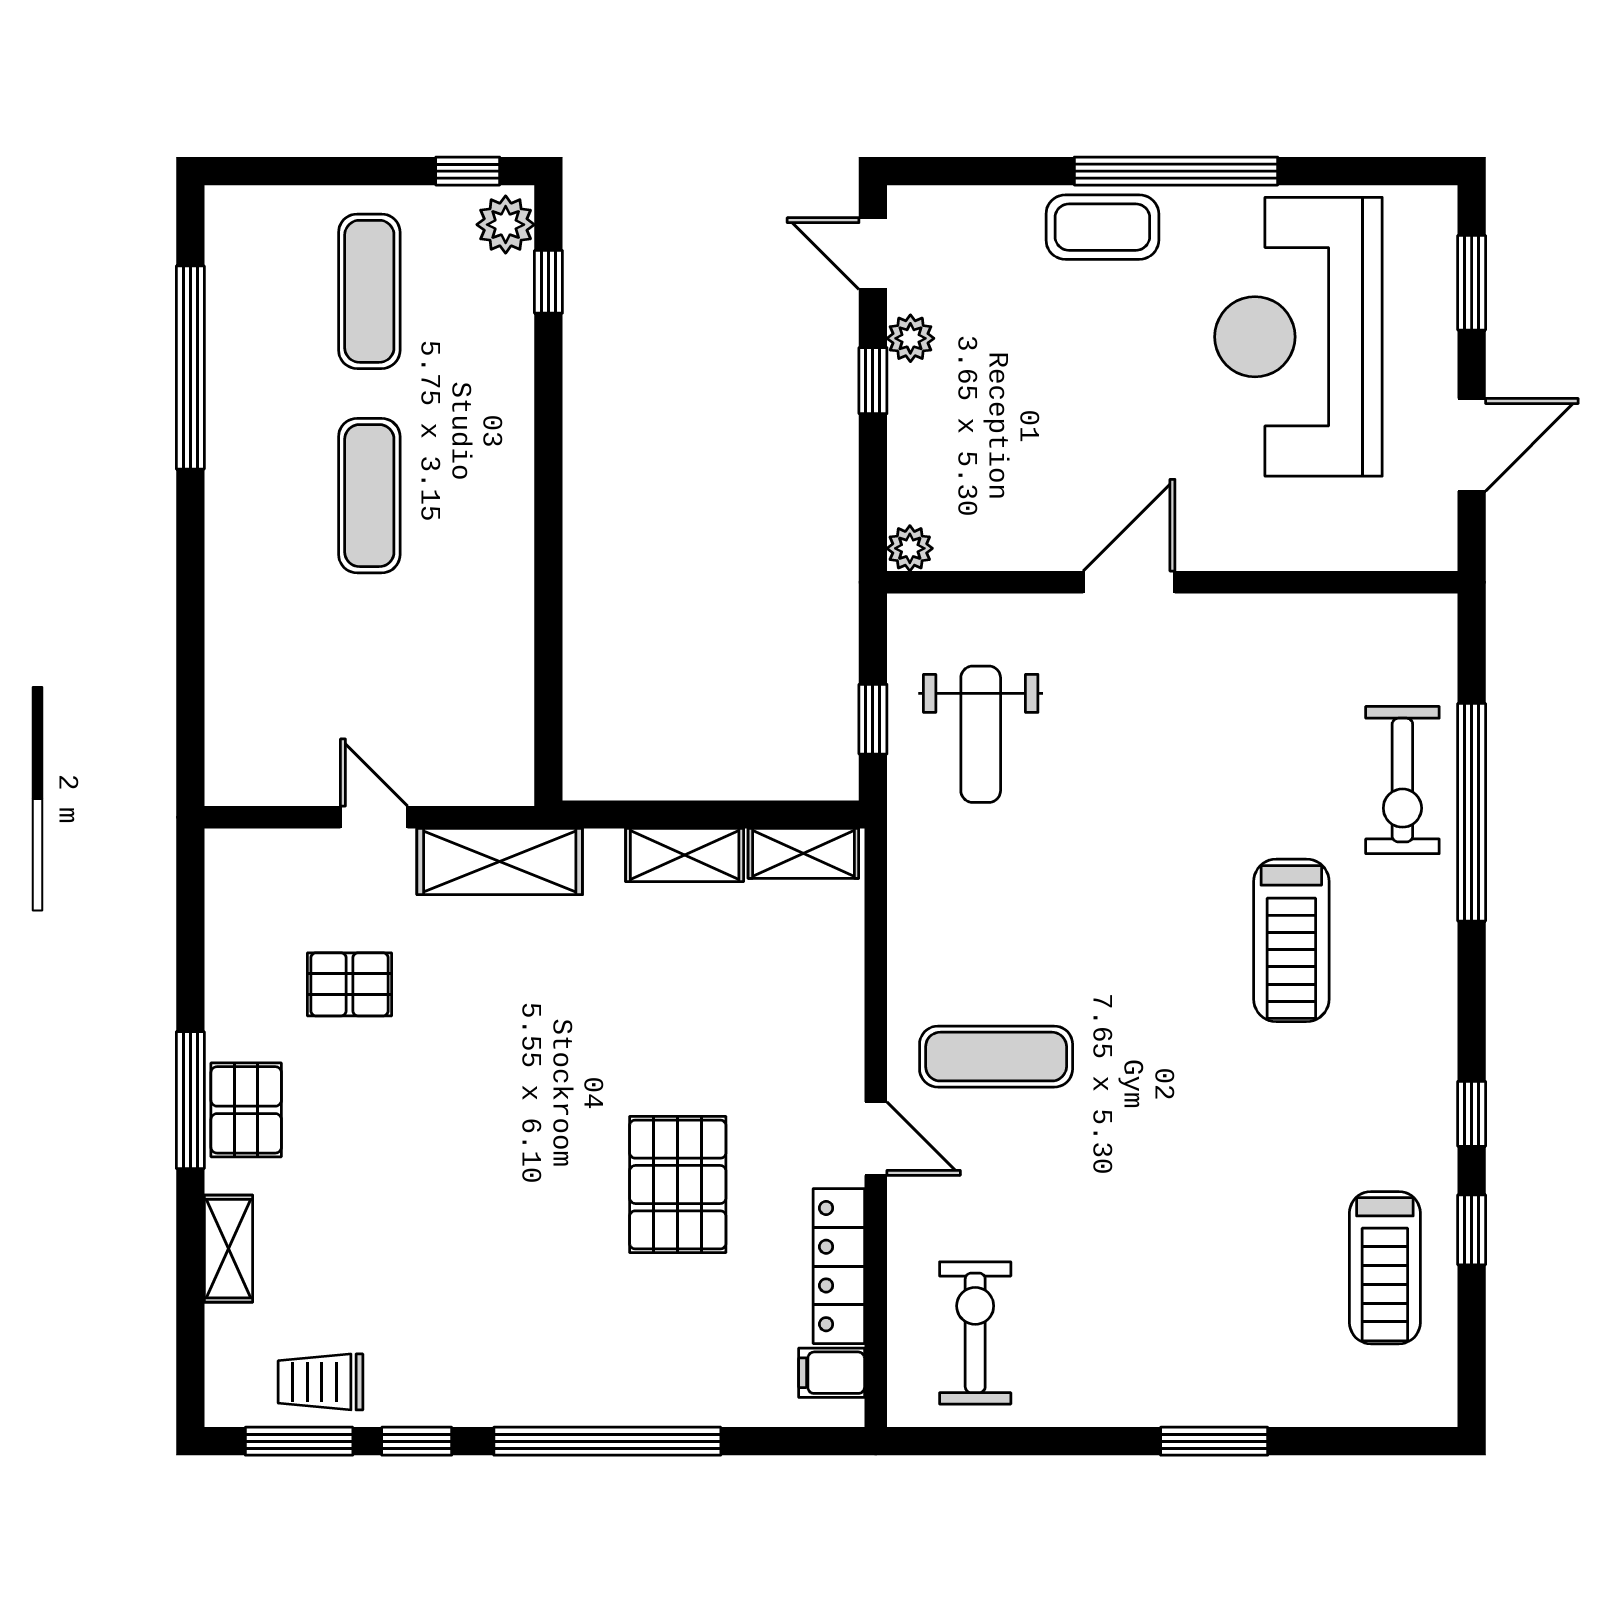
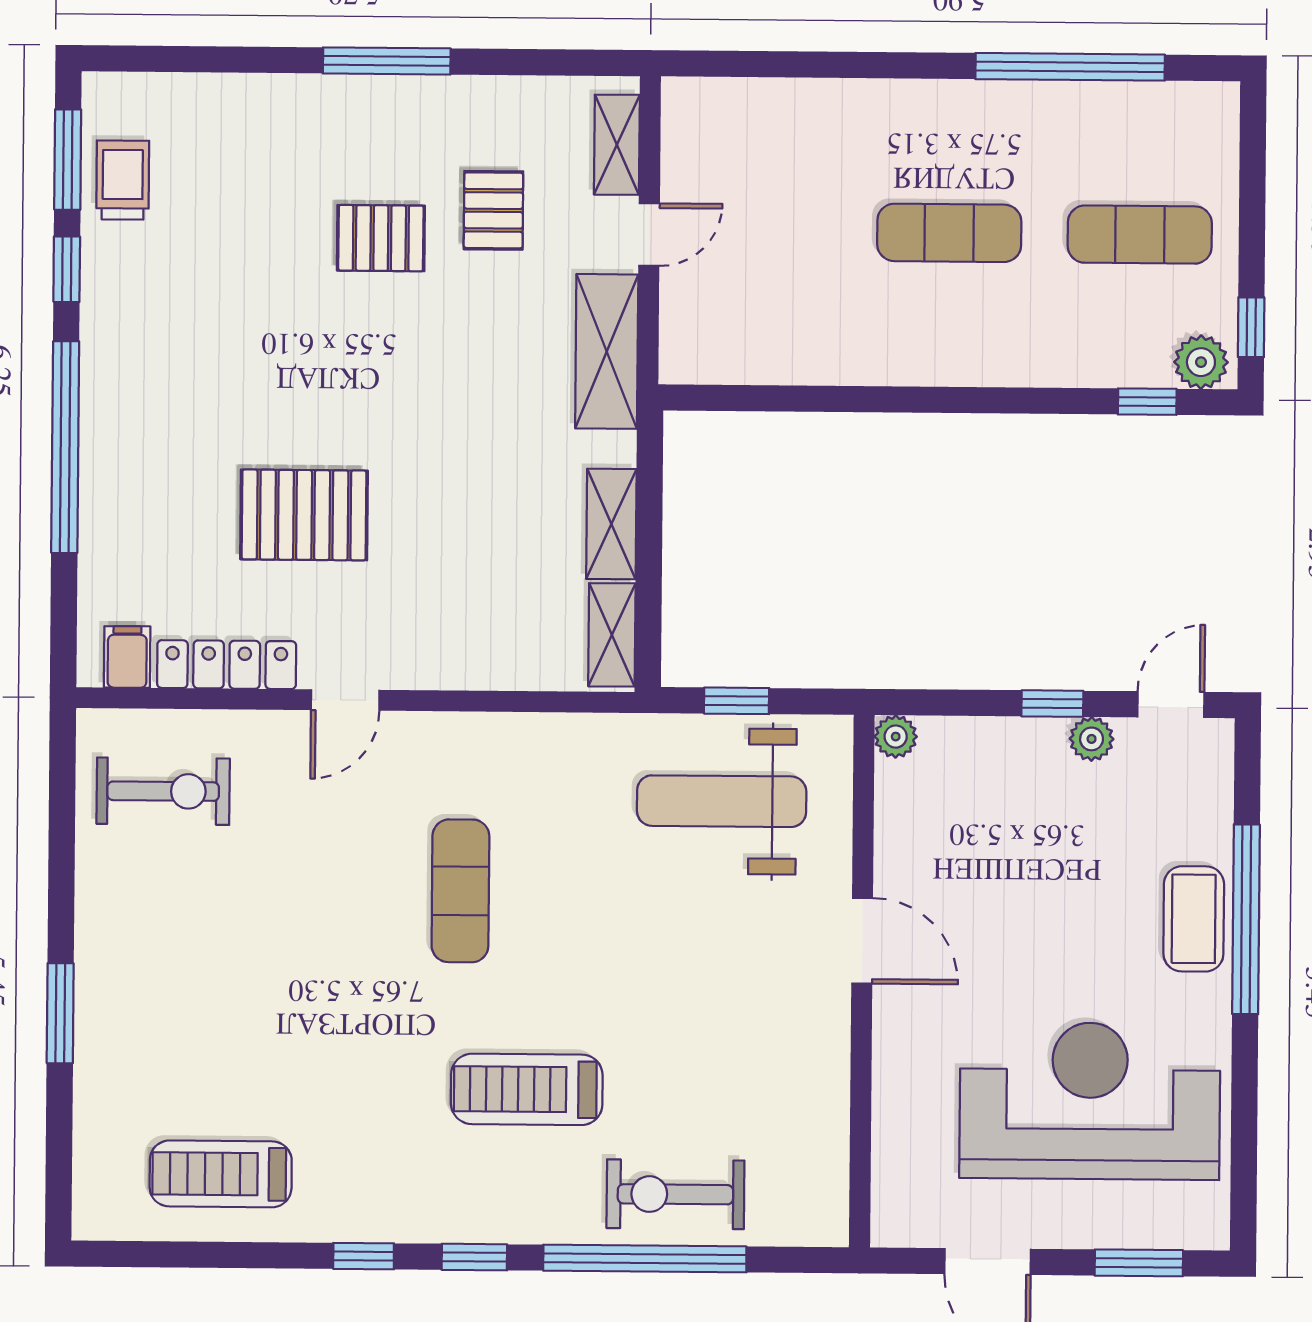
window: (1176, 171) -> (1246, 919), moved
weight bench: (981, 734) -> (722, 801), width x1.36, depth x1.33
exercise mat: (996, 1057) -> (460, 891), moved
pallet: (246, 1110) -> (381, 238), moved
window: (1472, 1230) -> (474, 1257), moved
shelving: (228, 1249) -> (617, 145), moved, turned 90

